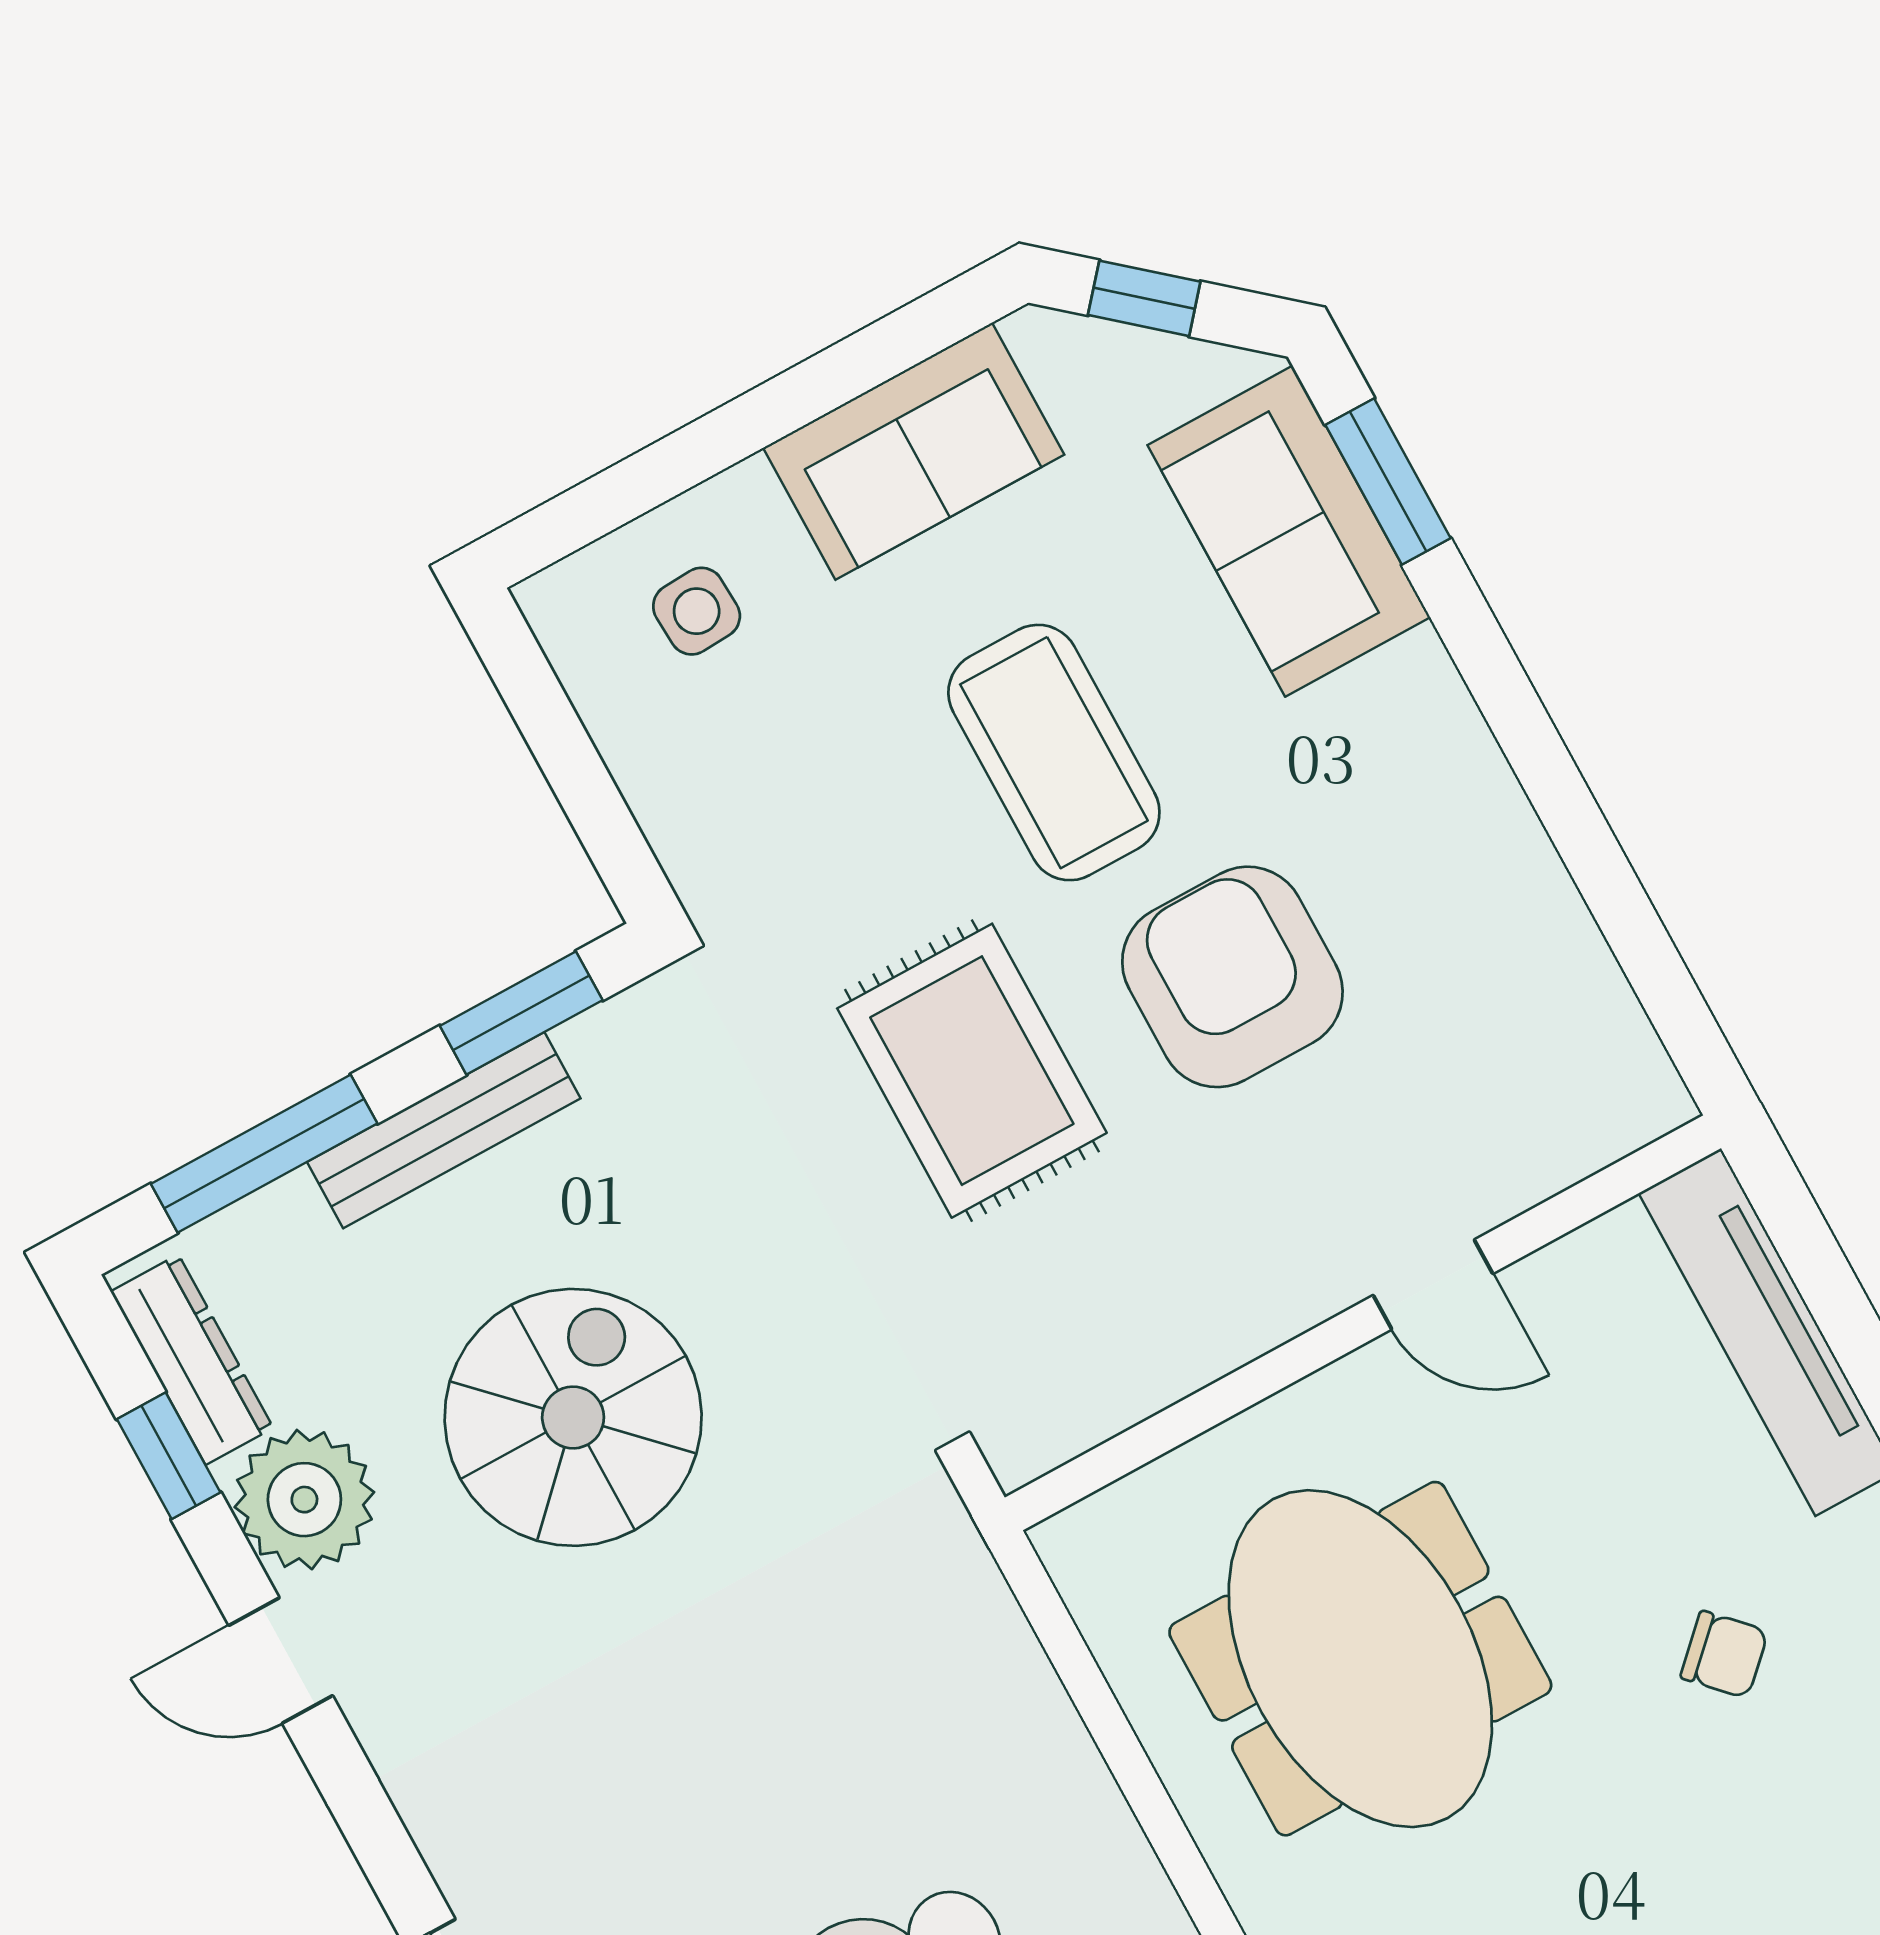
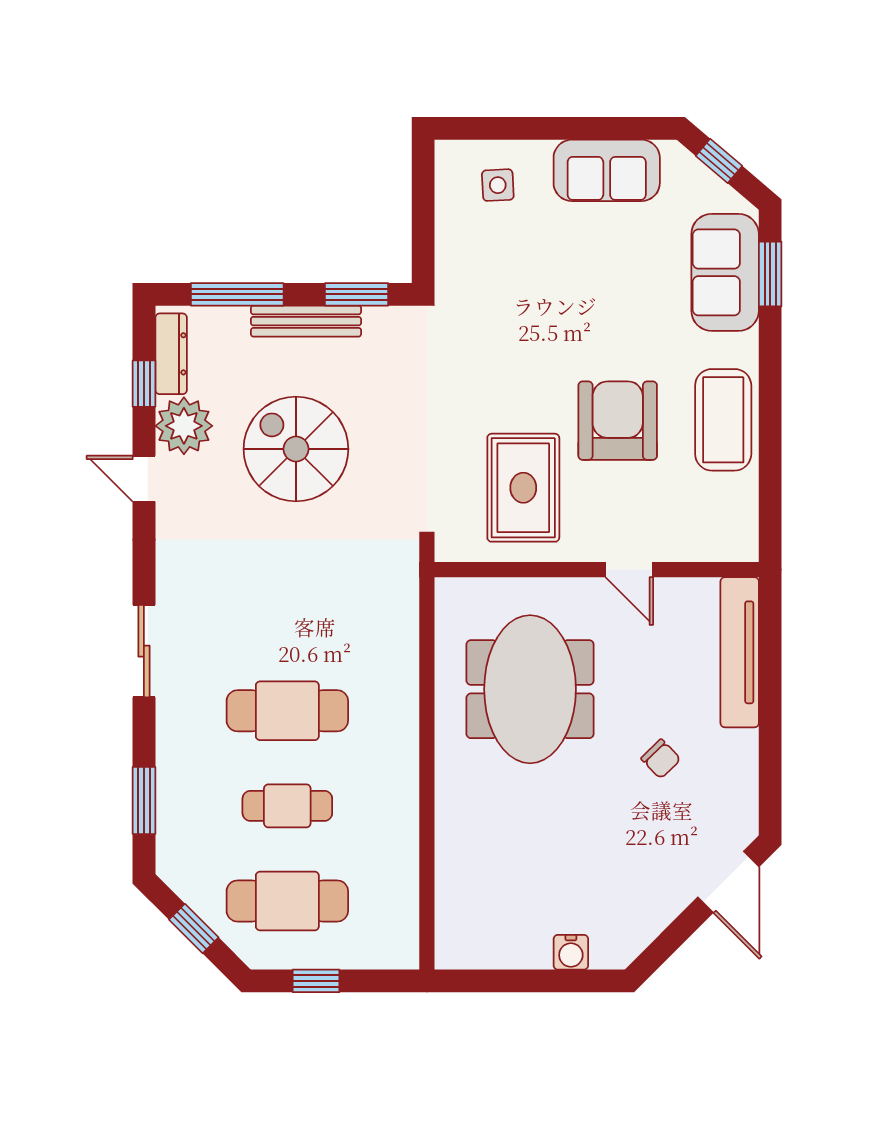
coffee table: (1054, 753) -> (723, 420), moved
rug: (972, 1071) -> (523, 488), moved
spiral stairs: (573, 1417) -> (296, 449), turned -90

